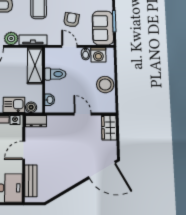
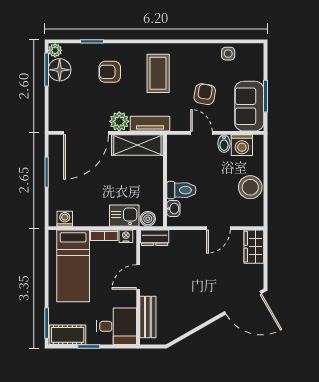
shelving: (35, 66) -> (137, 145), moved, turned 90
toilet: (55, 74) -> (181, 190), moved
door: (83, 114) -> (218, 228), swing flipped

